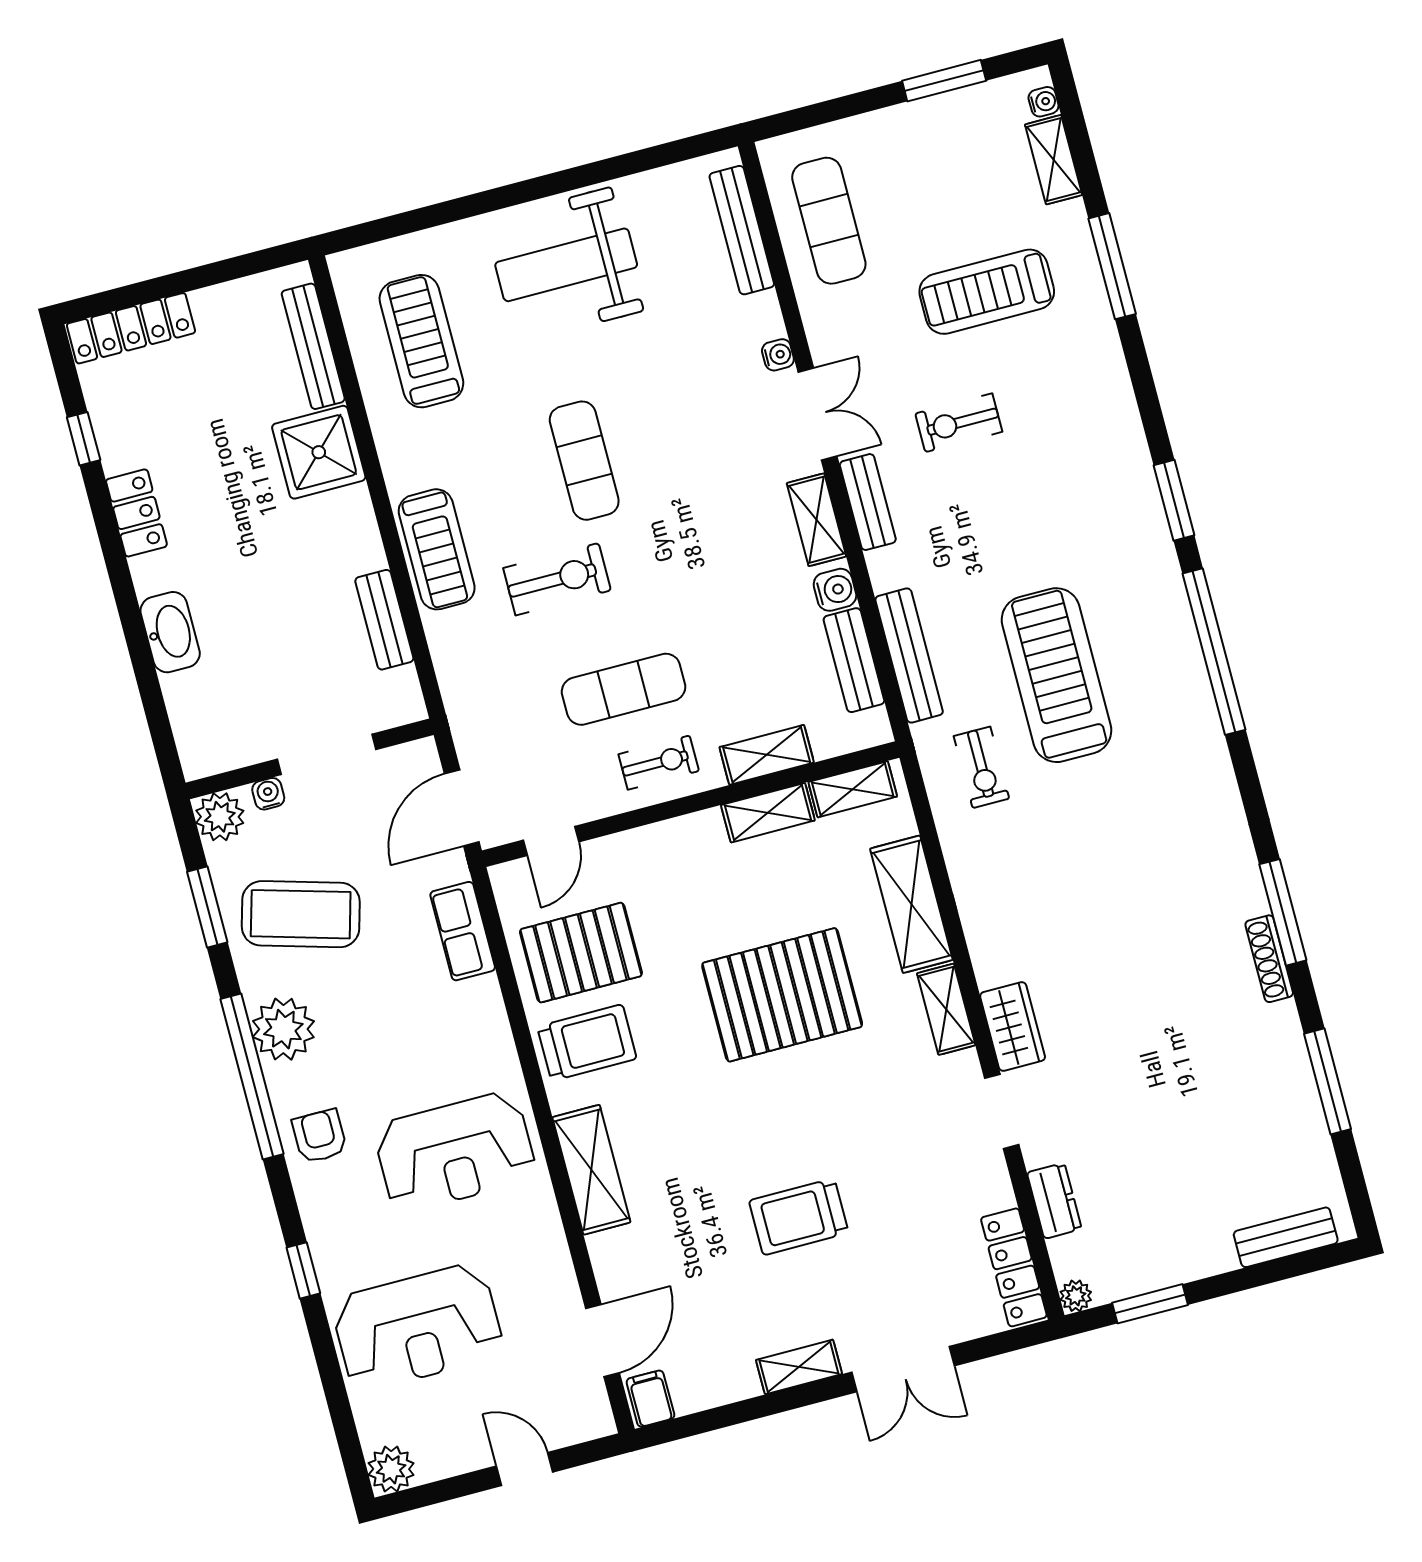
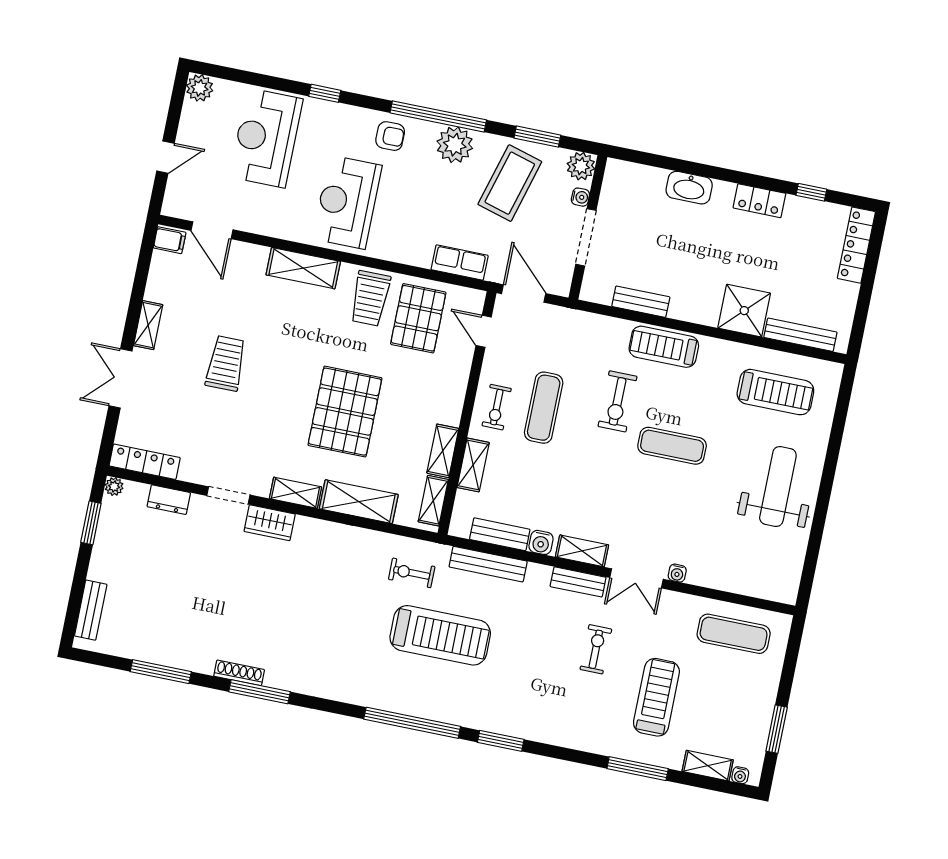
bench: (742, 230) -> (751, 586), removed

